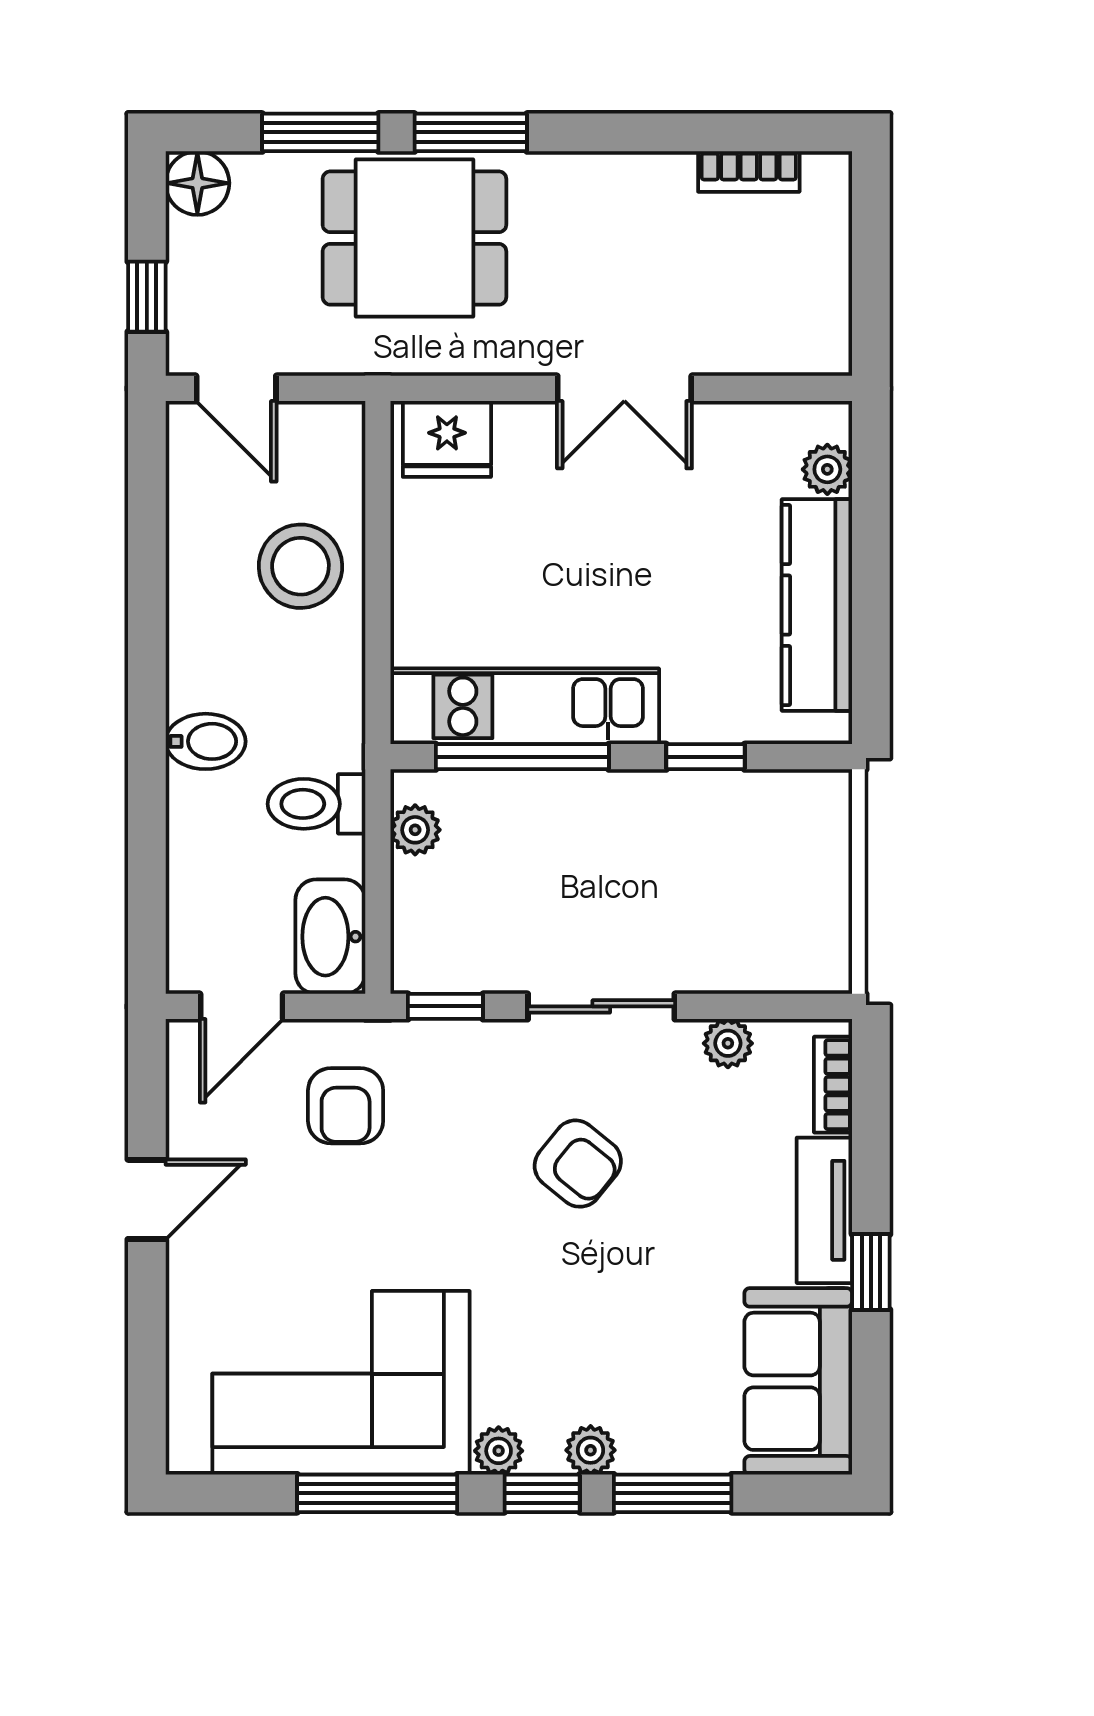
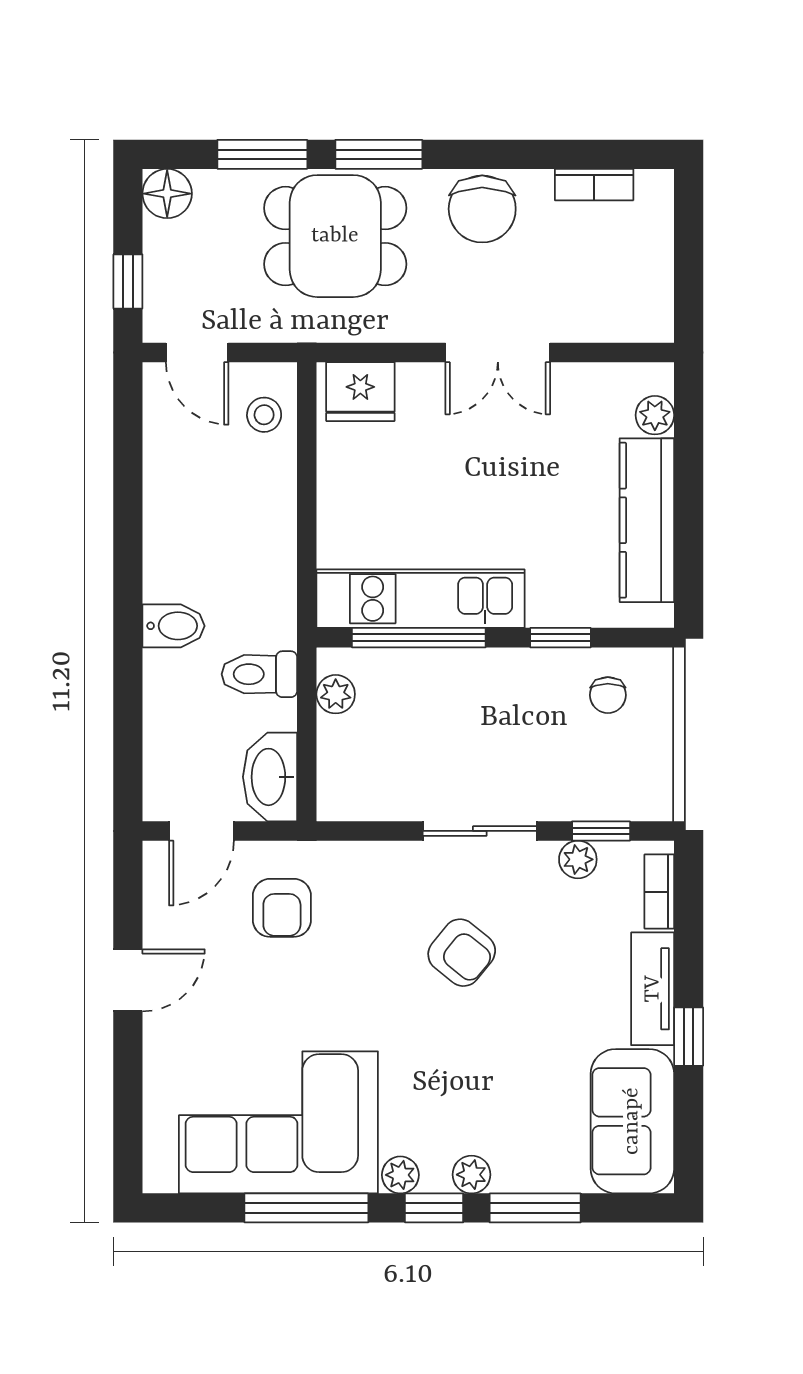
chair: (604, 203) -> (482, 209), added
stool: (300, 566) -> (264, 415), moved, width x0.53, depth x0.53
chair: (767, 831) -> (608, 695), added
window: (445, 1006) -> (601, 831), moved

